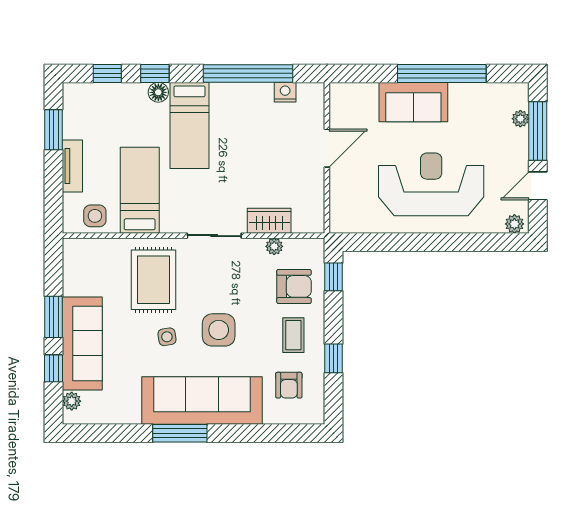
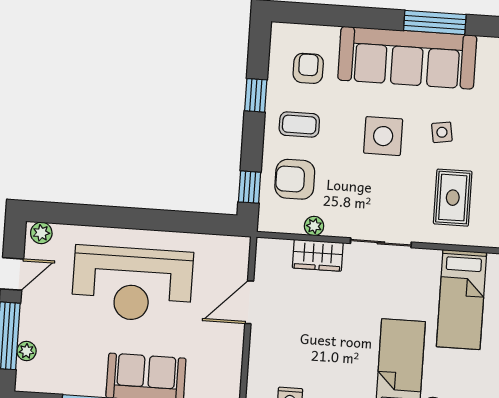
door: (327, 148) -> (249, 302), moved
rug: (154, 280) -> (453, 198), width x0.73, depth x0.70
coffee table: (293, 335) -> (299, 125), turned 90

